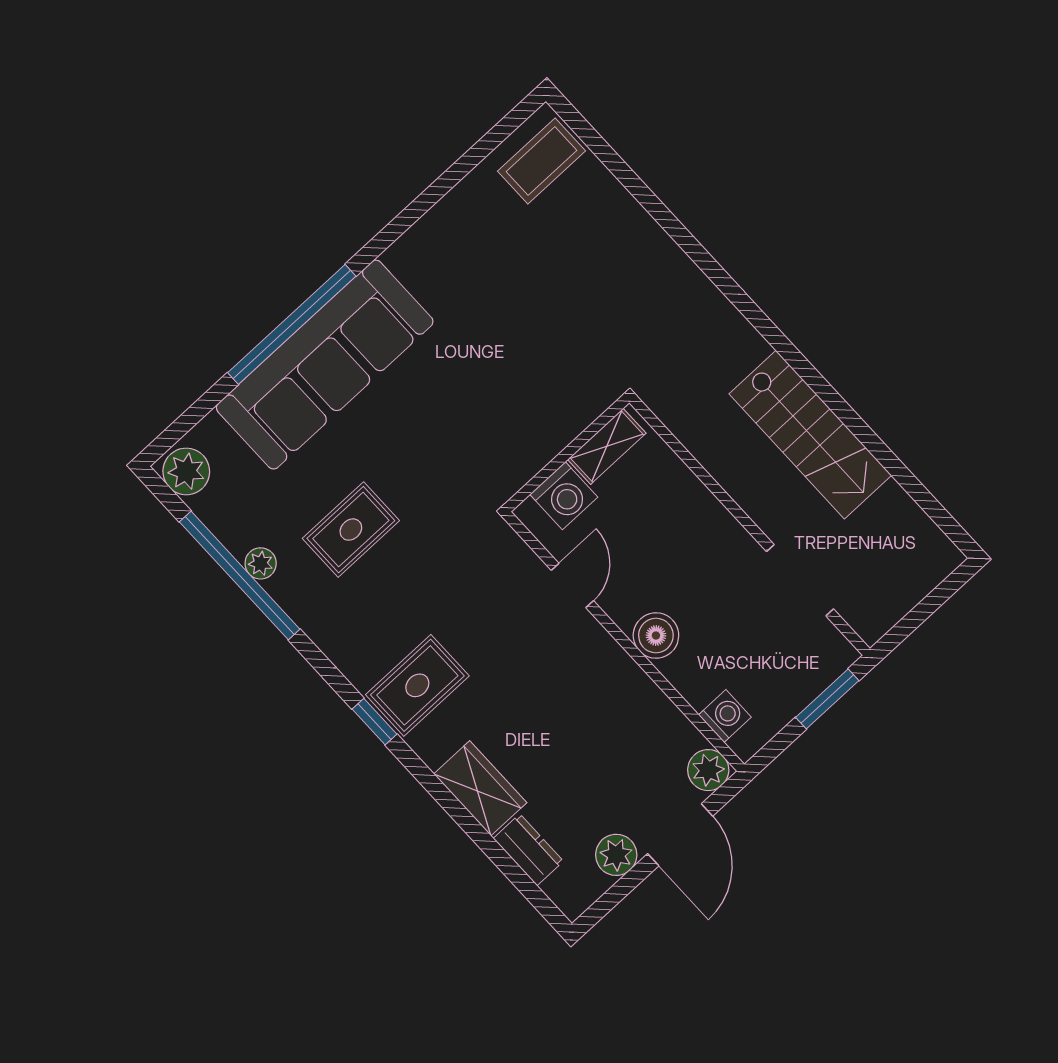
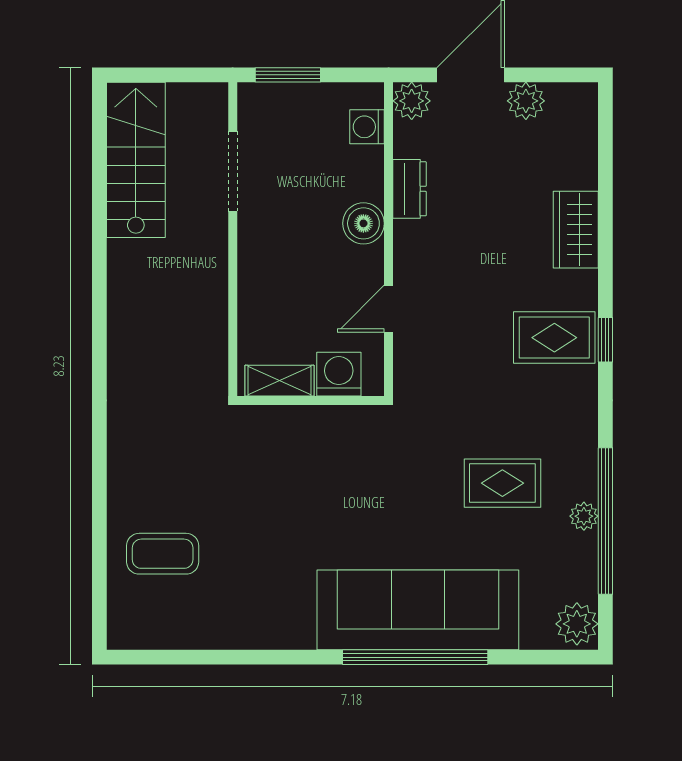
coffee table: (542, 161) -> (163, 554), moved
stairs: (810, 435) -> (136, 160), moved
dresser: (528, 850) -> (410, 189), moved, turned 180

